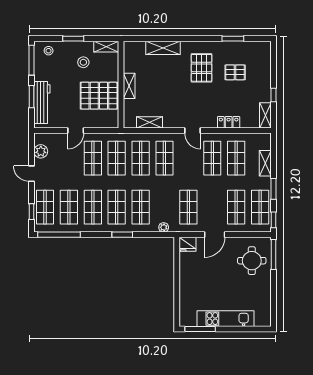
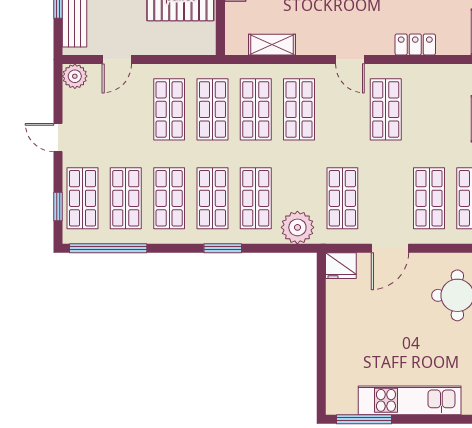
door: (76, 131) -> (117, 60), moved
plant: (41, 151) -> (75, 76), moved
shop shelf: (236, 158) -> (429, 109), removed
plant: (164, 227) -> (297, 227), width x1.87, depth x1.87

